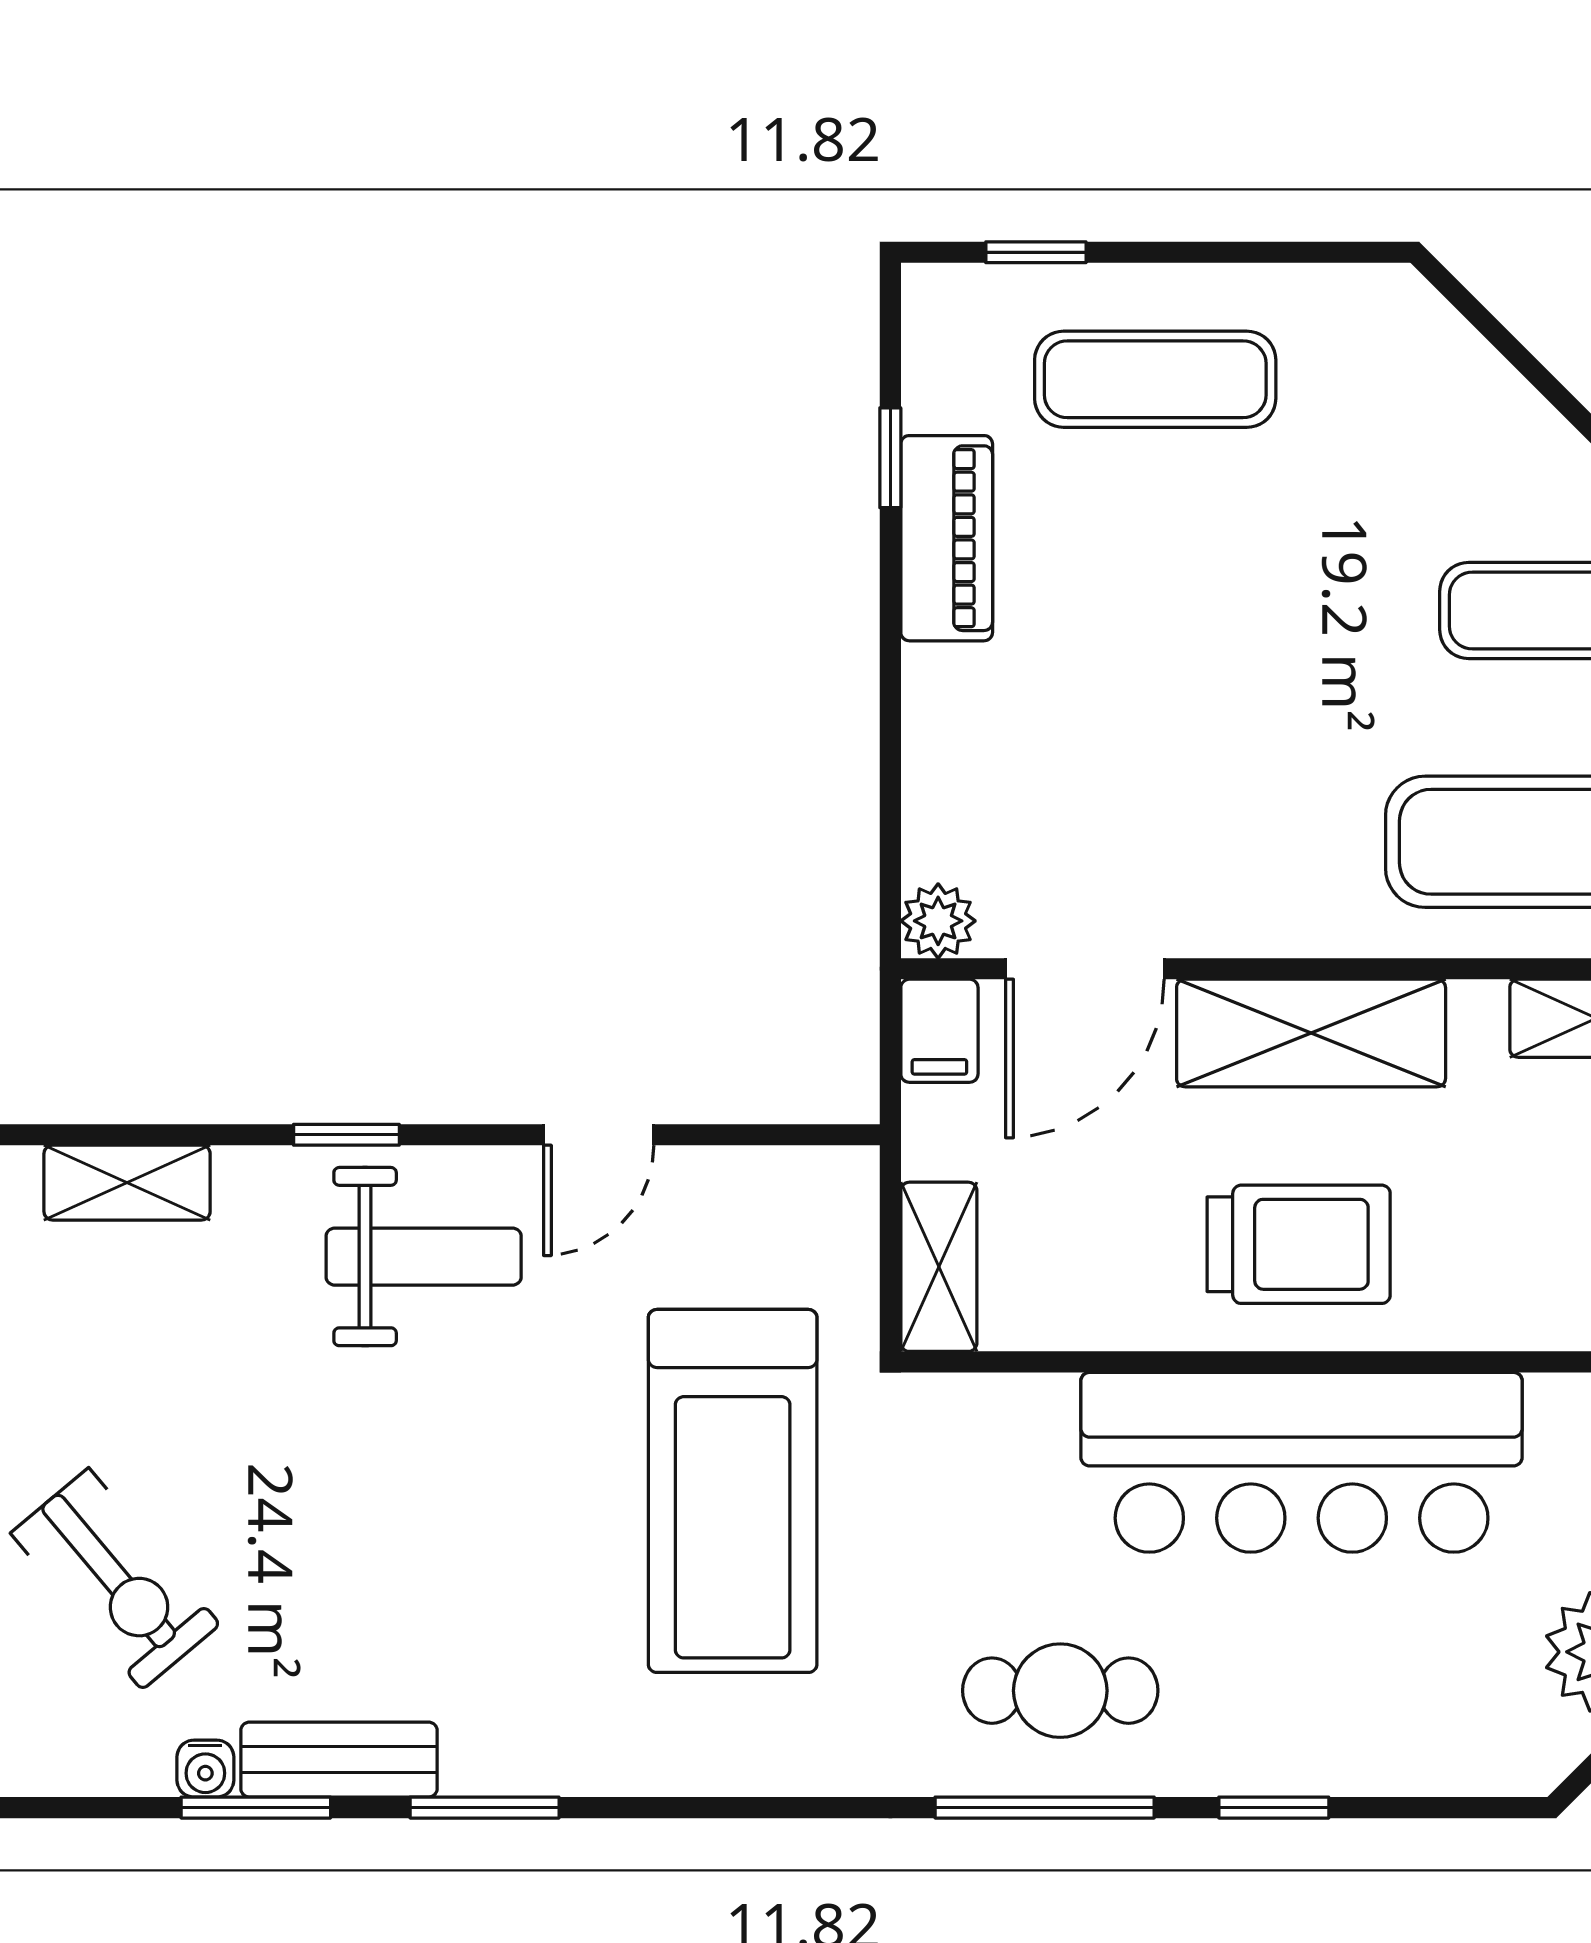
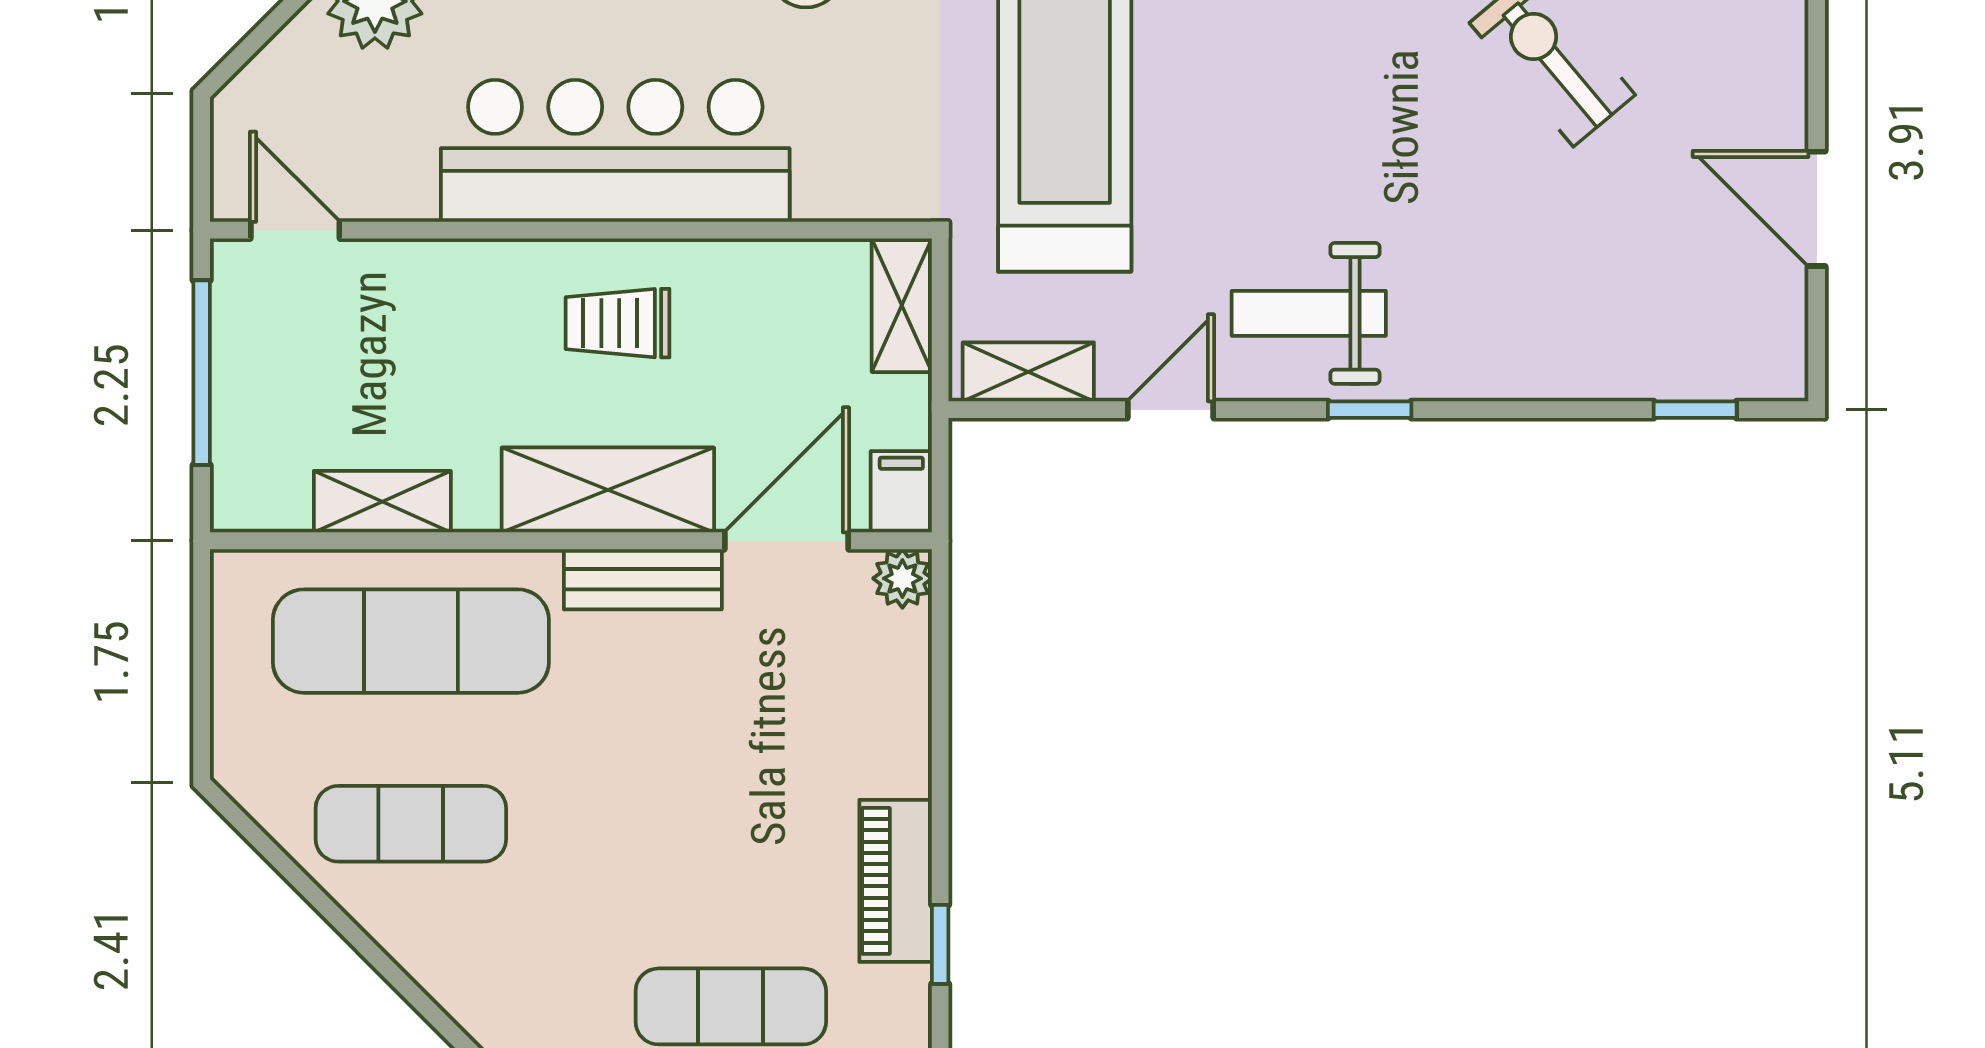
bench: (1267, 920) -> (643, 579), added
shelving: (127, 1183) -> (1028, 372), moved
trolley: (1299, 1244) -> (618, 323), width x0.73, depth x0.72

